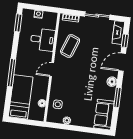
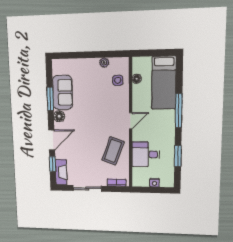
window: (18, 23) -> (178, 156), moved
sofa: (104, 115) -> (63, 92), moved

